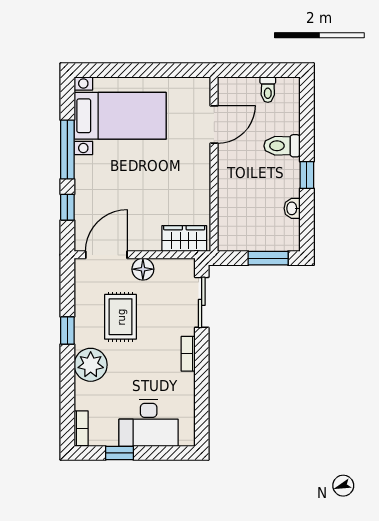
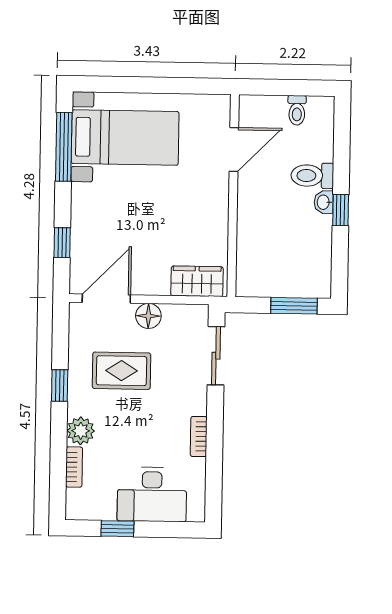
window: (67, 149) -> (64, 147), moved
washbasin: (292, 208) -> (324, 202), moved
rug: (121, 317) -> (122, 371), turned 90
bookcase: (188, 354) -> (199, 437), moved
plant: (91, 365) -> (81, 431), width x0.73, depth x0.73
bookcase: (81, 428) -> (74, 467), moved

